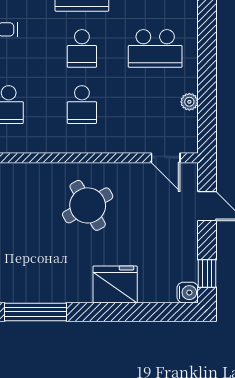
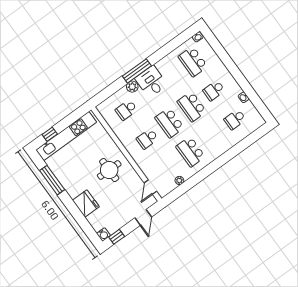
school desk: (82, 48) -> (170, 123), width x1.85
round table: (88, 205) -> (109, 170), turned 30

